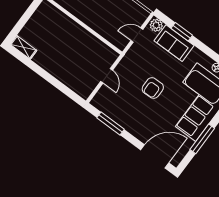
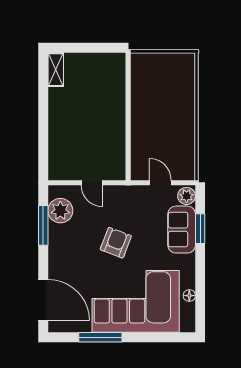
door: (107, 76) -> (92, 183), hinge flipped
armchair: (153, 88) -> (116, 243), turned 112
plant: (109, 107) -> (60, 211), added

